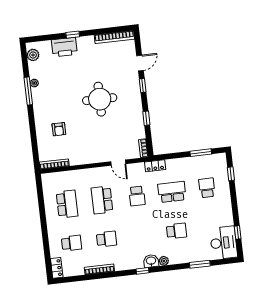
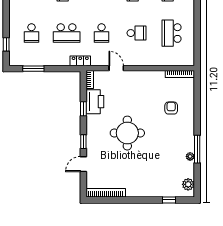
window: (73, 35) -> (169, 200), moved
printer: (64, 47) -> (95, 102), moved, turned 90
school desk: (137, 196) -> (102, 33), turned 180
school desk: (102, 200) -> (137, 33), width x0.54

